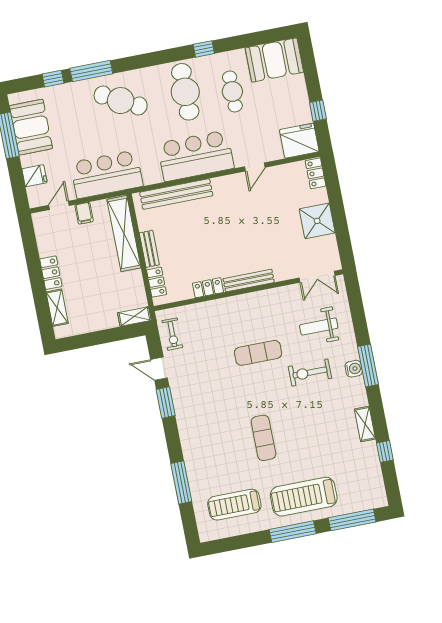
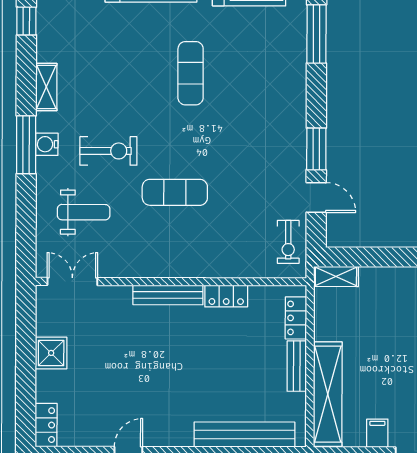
shower: (317, 221) -> (51, 353), width x0.73, depth x0.73
exercise bike: (172, 334) -> (288, 242), turned 180
shelving: (365, 424) -> (46, 87), moved

